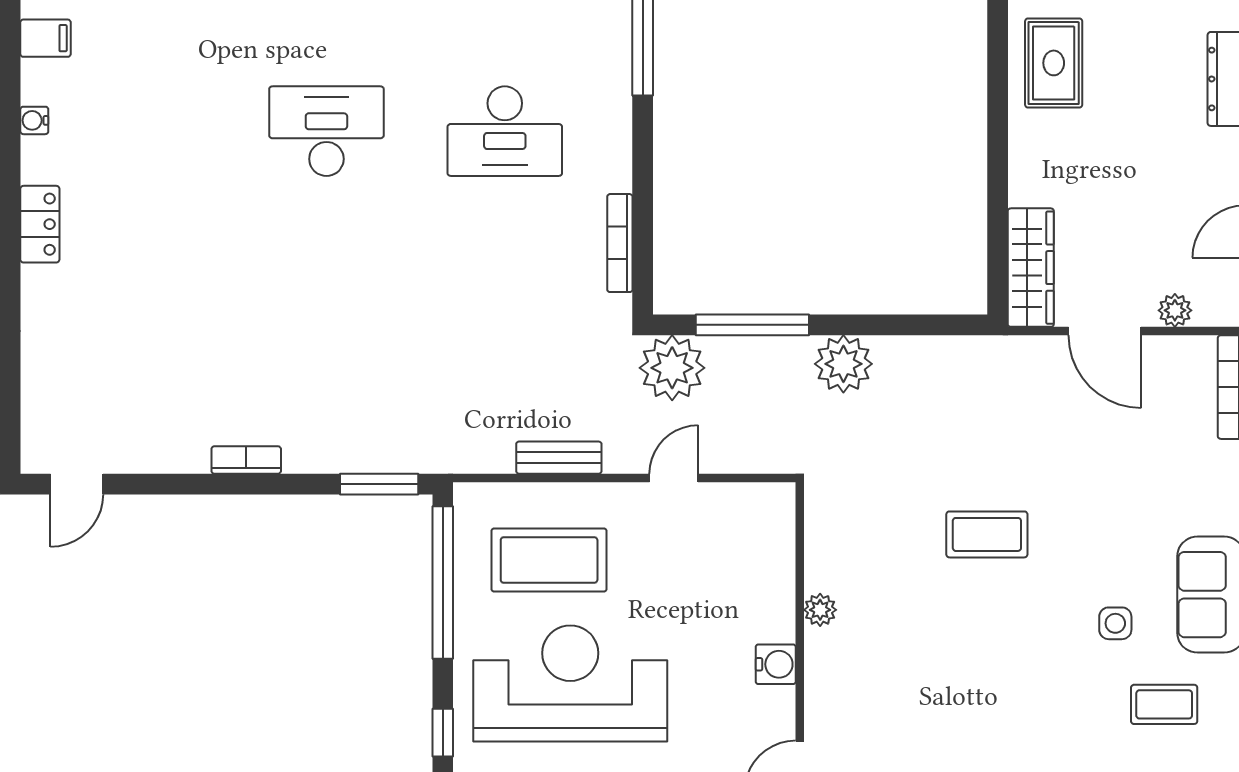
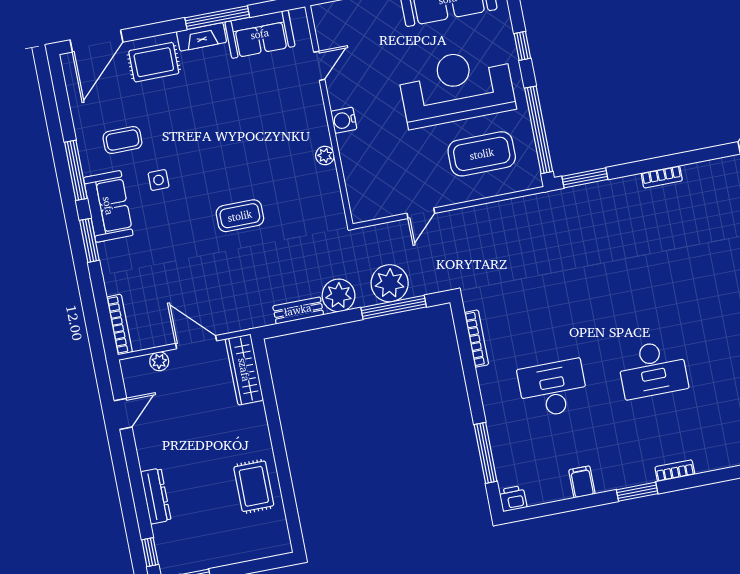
plant: (672, 368) -> (390, 283), moved
bench: (559, 458) -> (298, 310), moved
reception desk: (570, 683) -> (456, 87), turned 180

